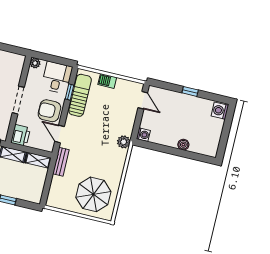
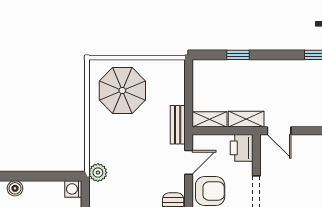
door: (59, 134) -> (189, 162), hinge flipped

